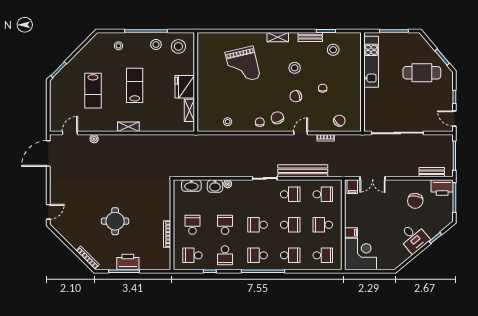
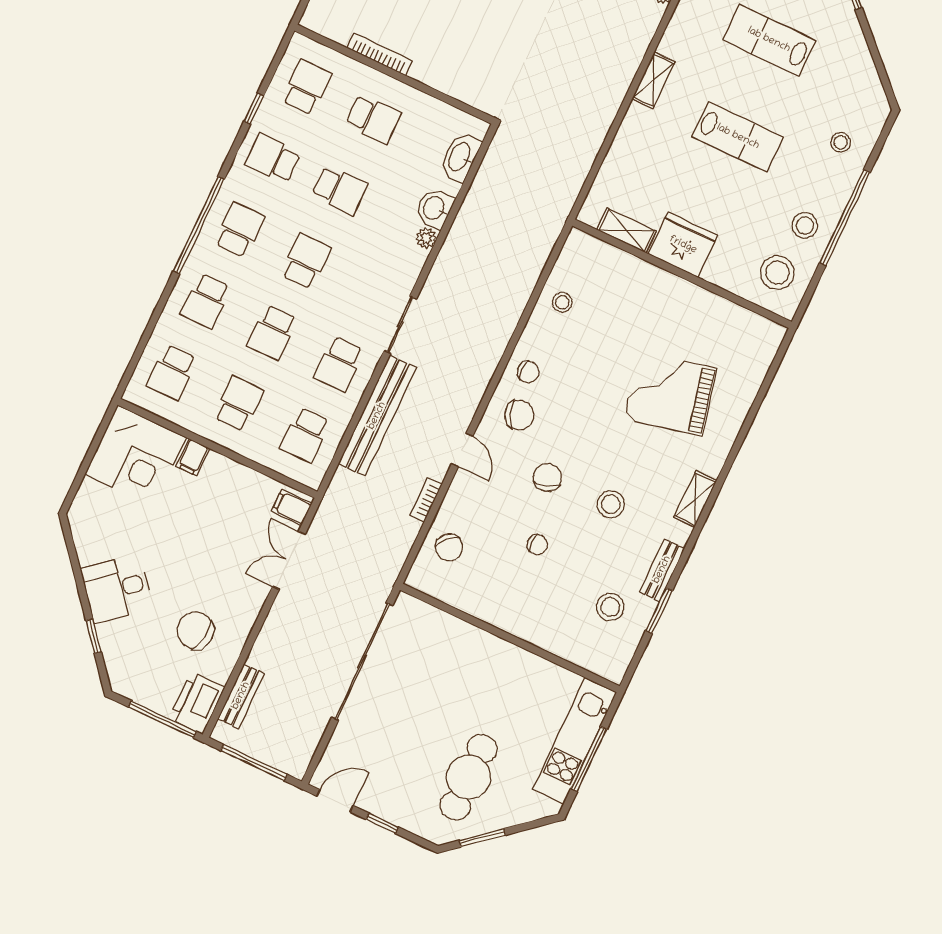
kitchen unit: (371, 62) -> (575, 741), moved, turned 90

